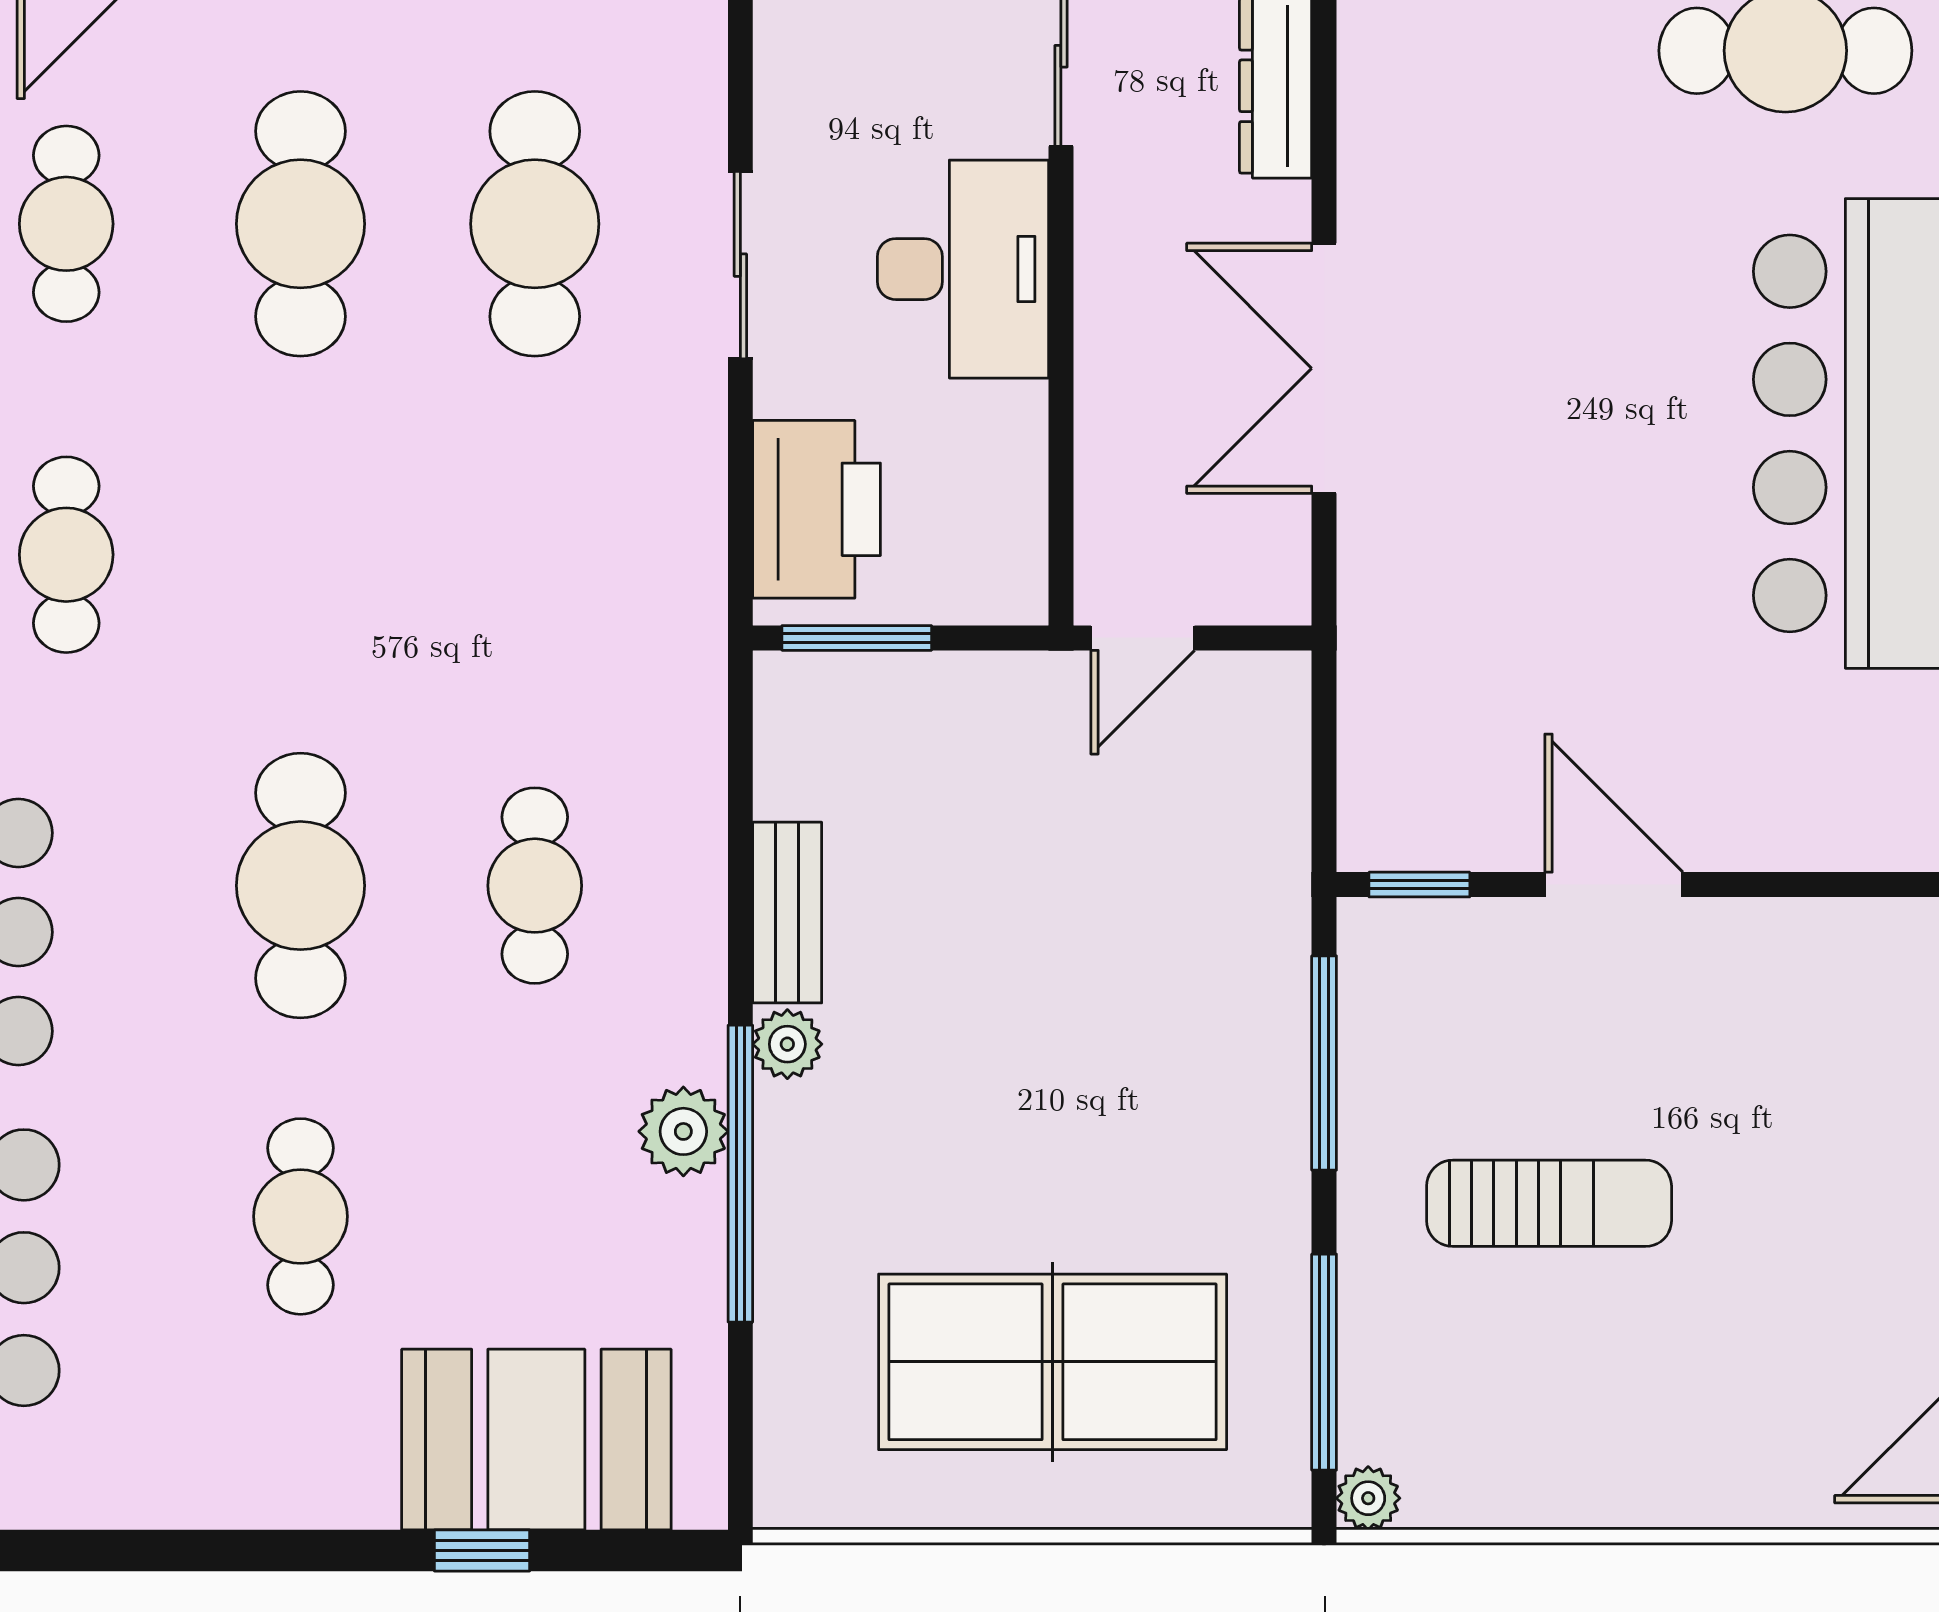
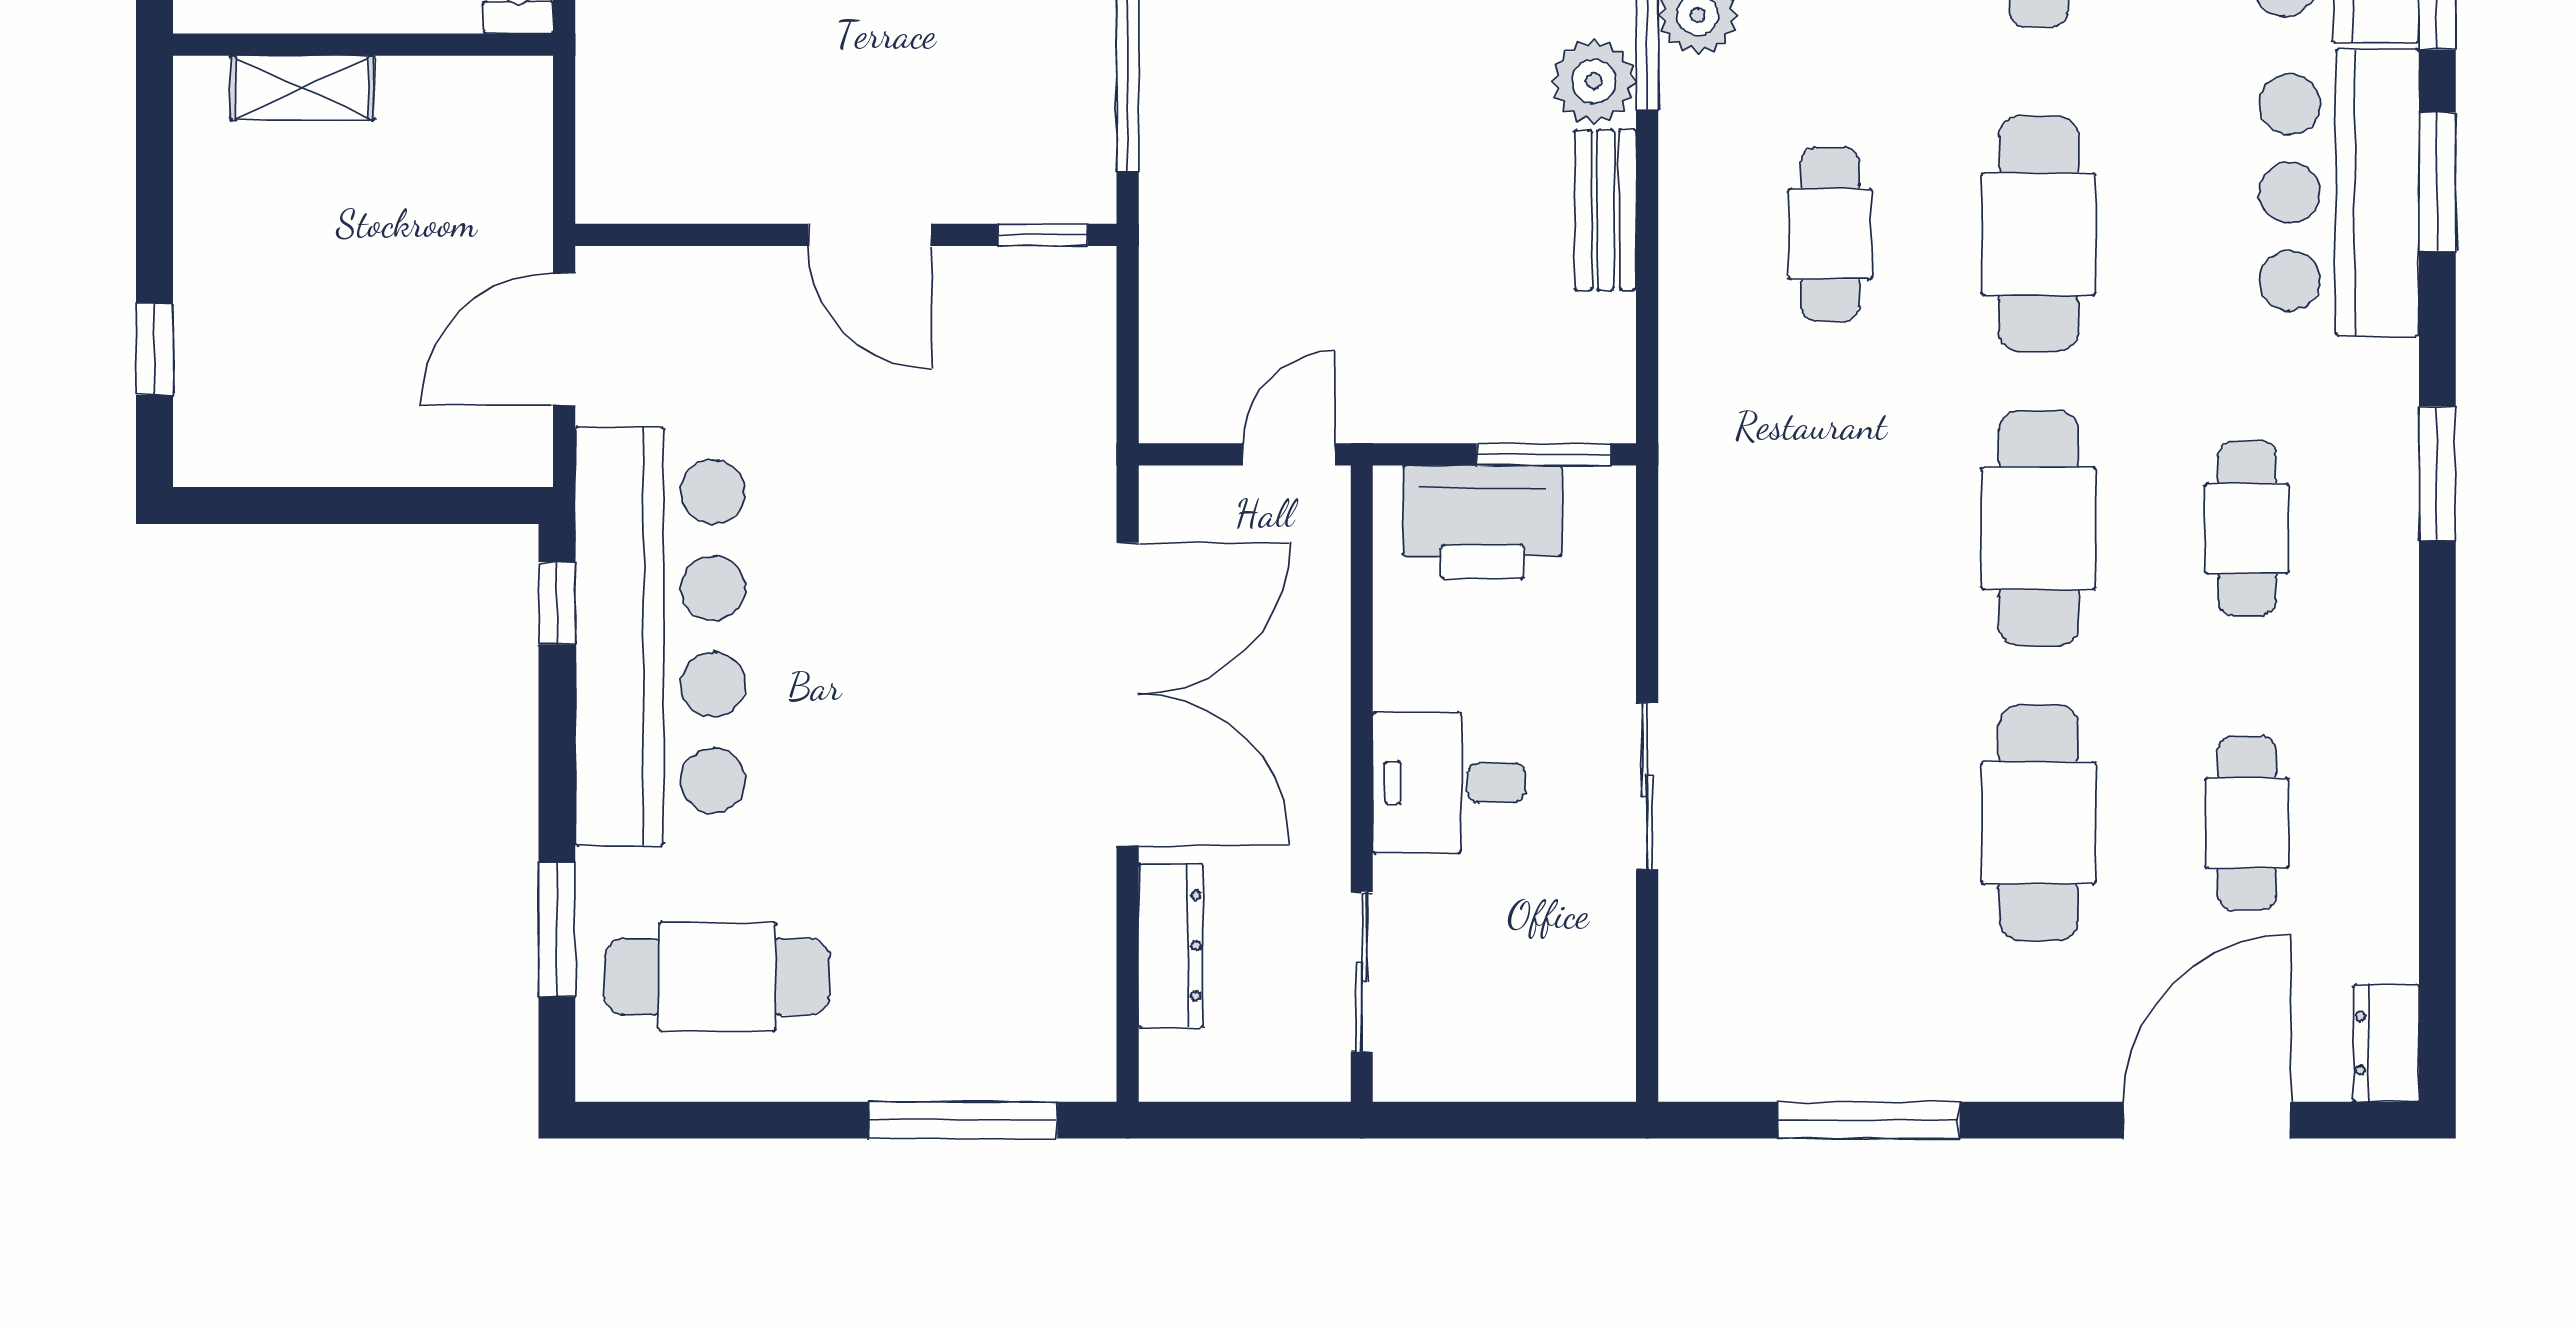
cafe table: (535, 224) -> (2039, 528), moved
desk: (963, 269) -> (1449, 783), width x0.73
double door: (1324, 368) -> (1128, 694), width x1.36
printer: (817, 509) -> (1483, 522), moved, turned -90
plant: (787, 1044) -> (1594, 81), width x1.38, depth x1.38

